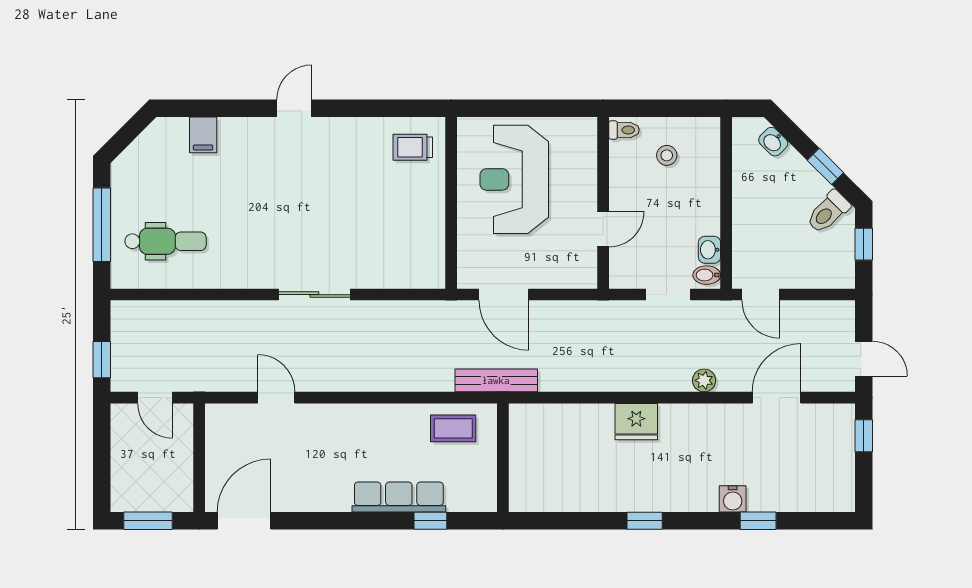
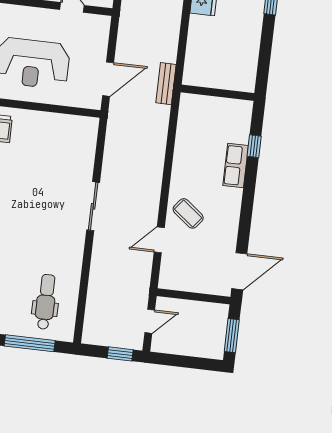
bench: (496, 380) -> (166, 84), width x0.73
coffee table: (453, 428) -> (188, 213), moved, turned -52
row of seats: (399, 497) -> (236, 166), width x0.68
door: (244, 521) -> (239, 271), swing flipped

